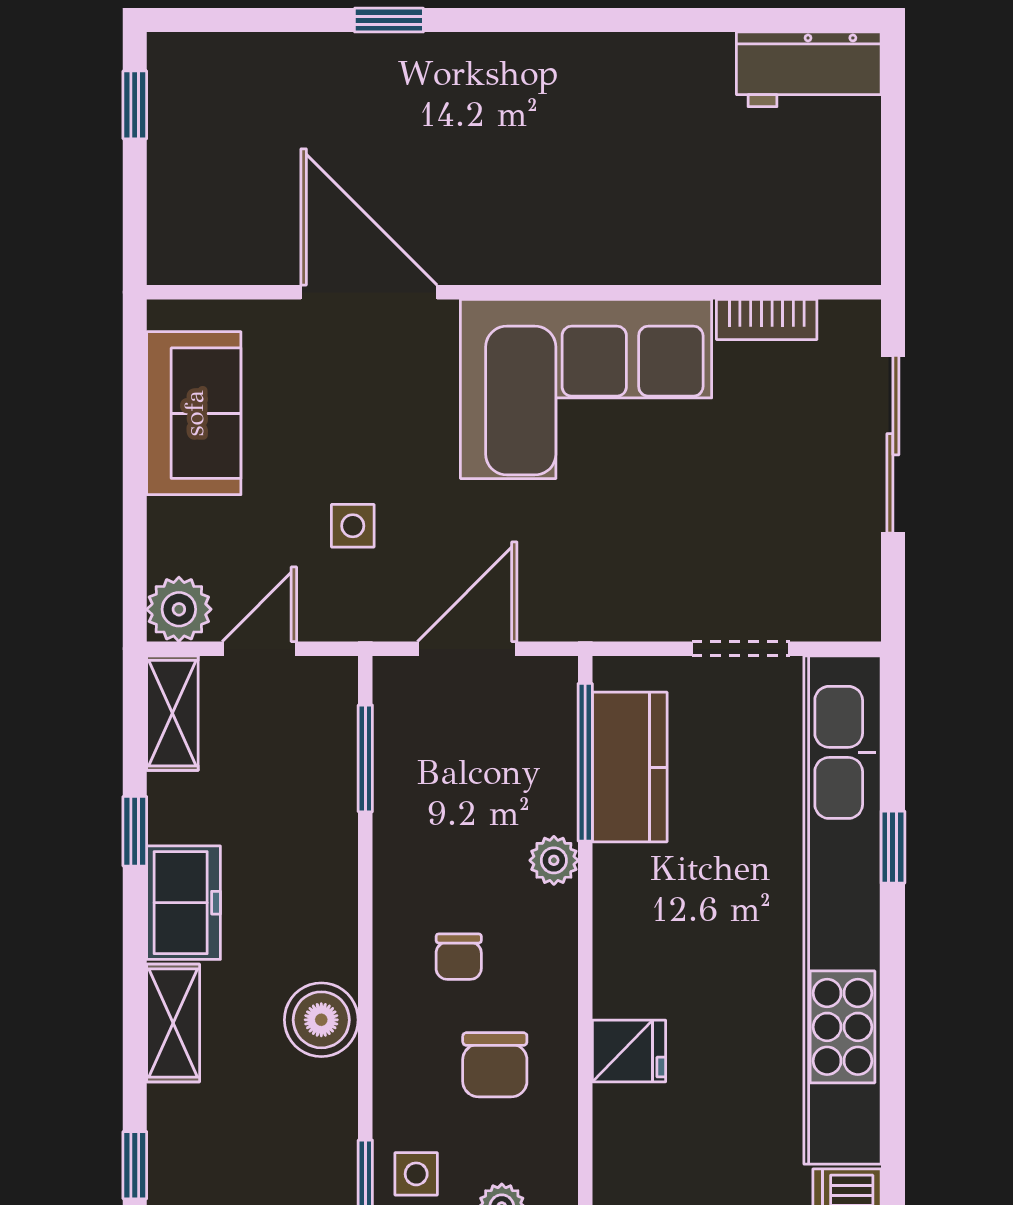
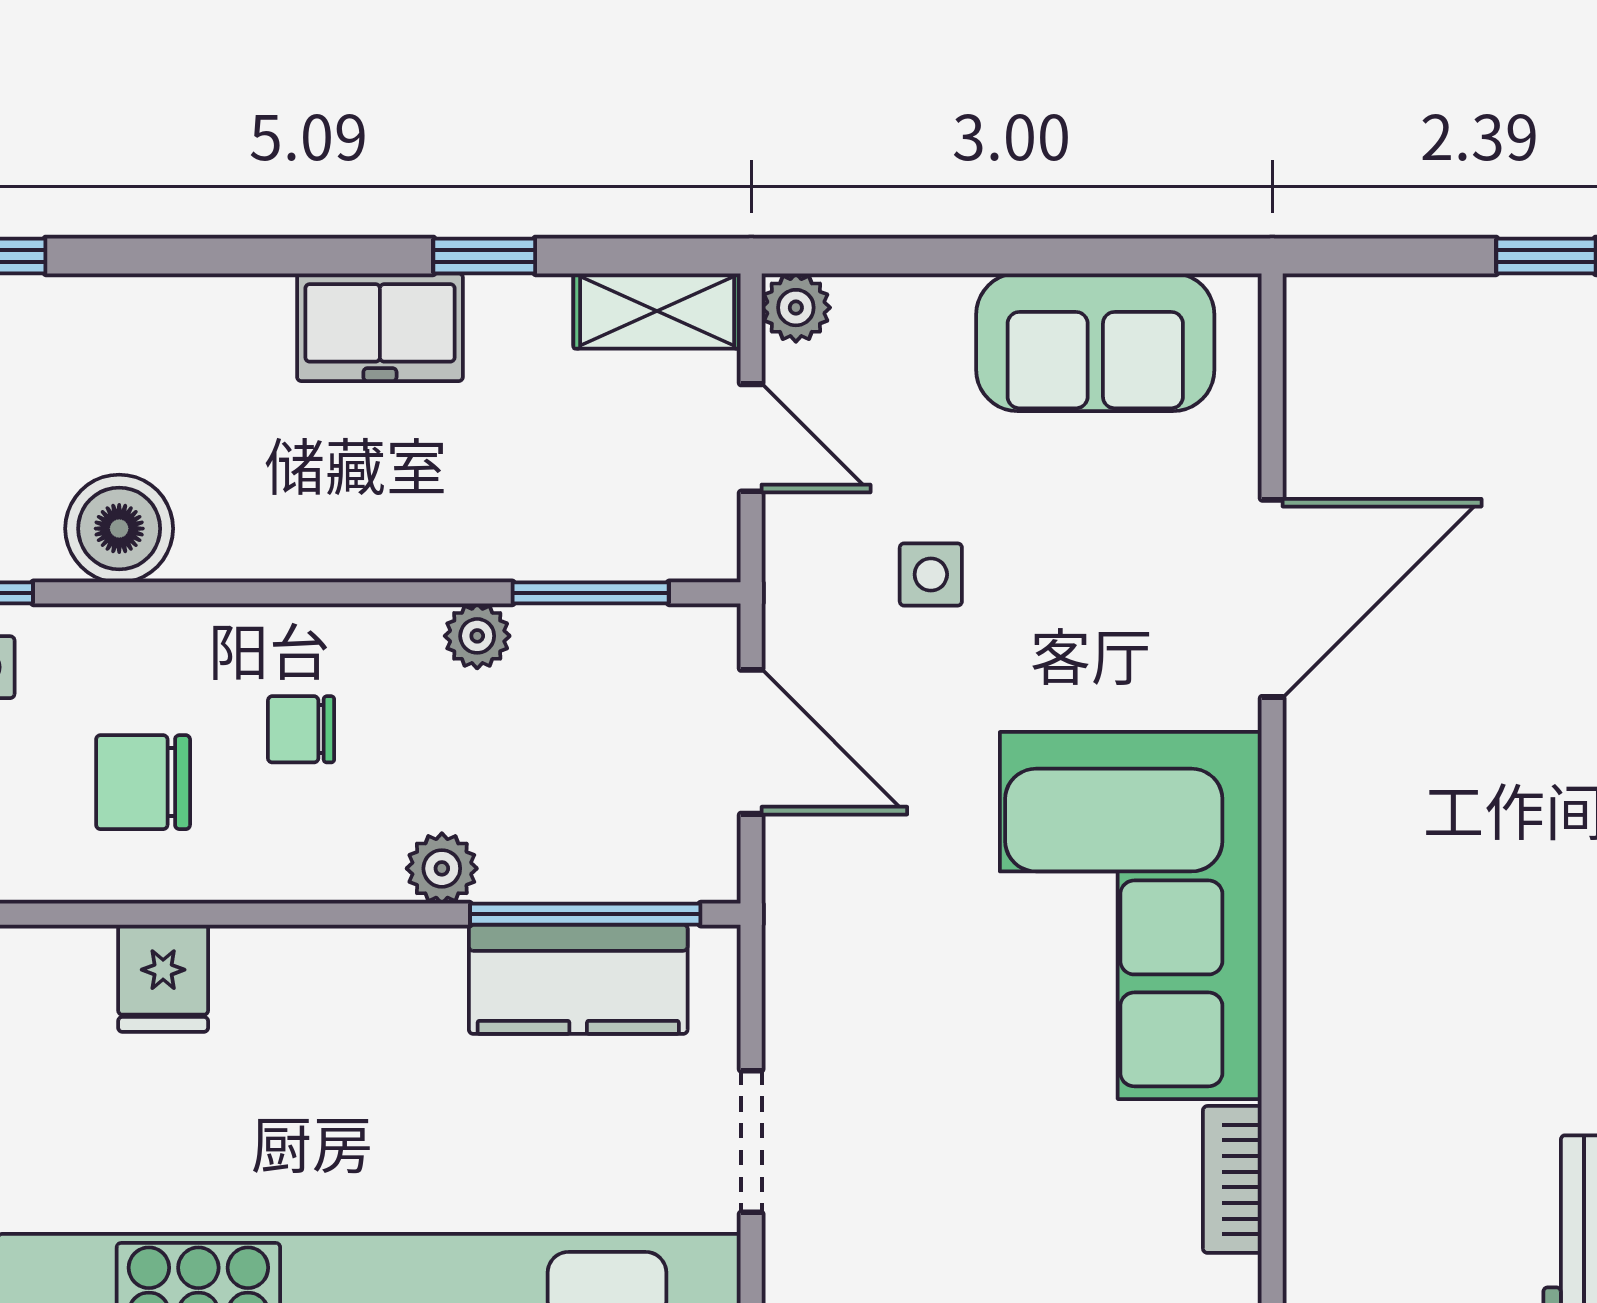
plant: (179, 609) -> (796, 308), width x0.73, depth x0.73
plant: (395, 836) -> (477, 636), added
boiler: (321, 1020) -> (119, 529), moved
shelving: (173, 1023) -> (204, 312), removed

